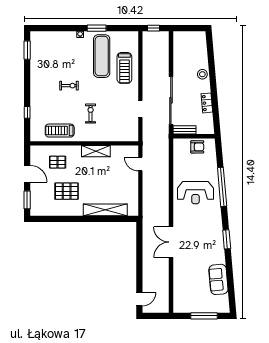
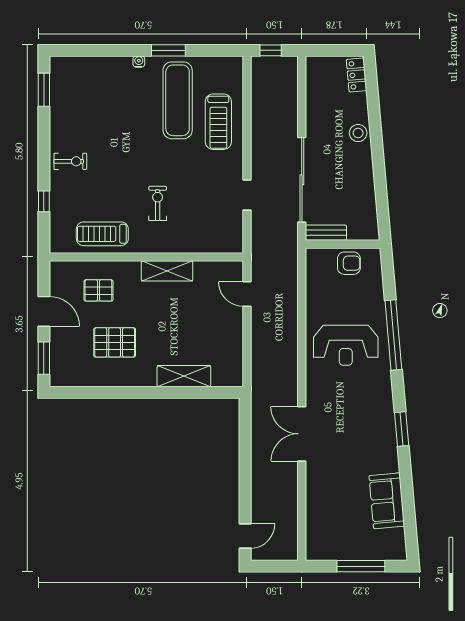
exercise bike: (69, 86) -> (70, 161), moved
locker: (207, 103) -> (356, 75), moved
shelving: (105, 210) -> (184, 376), width x0.68

